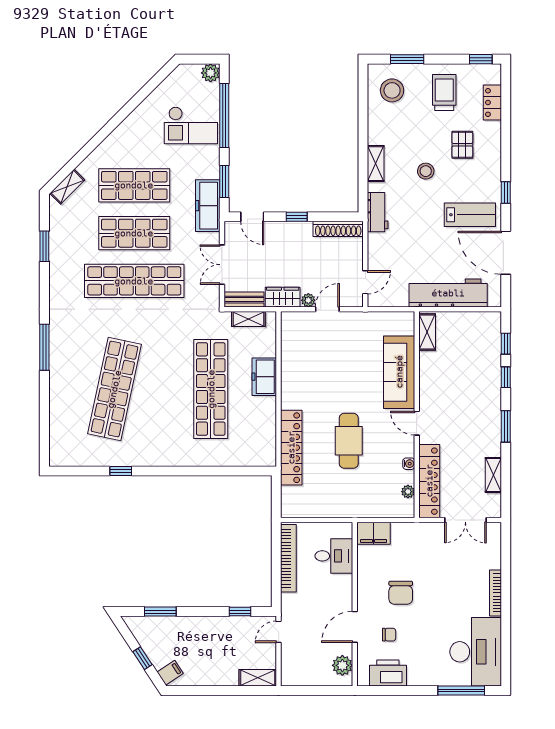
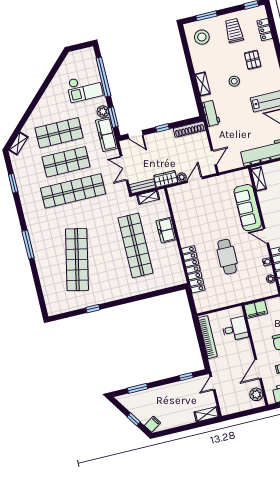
plant: (211, 73) -> (103, 111), moved

